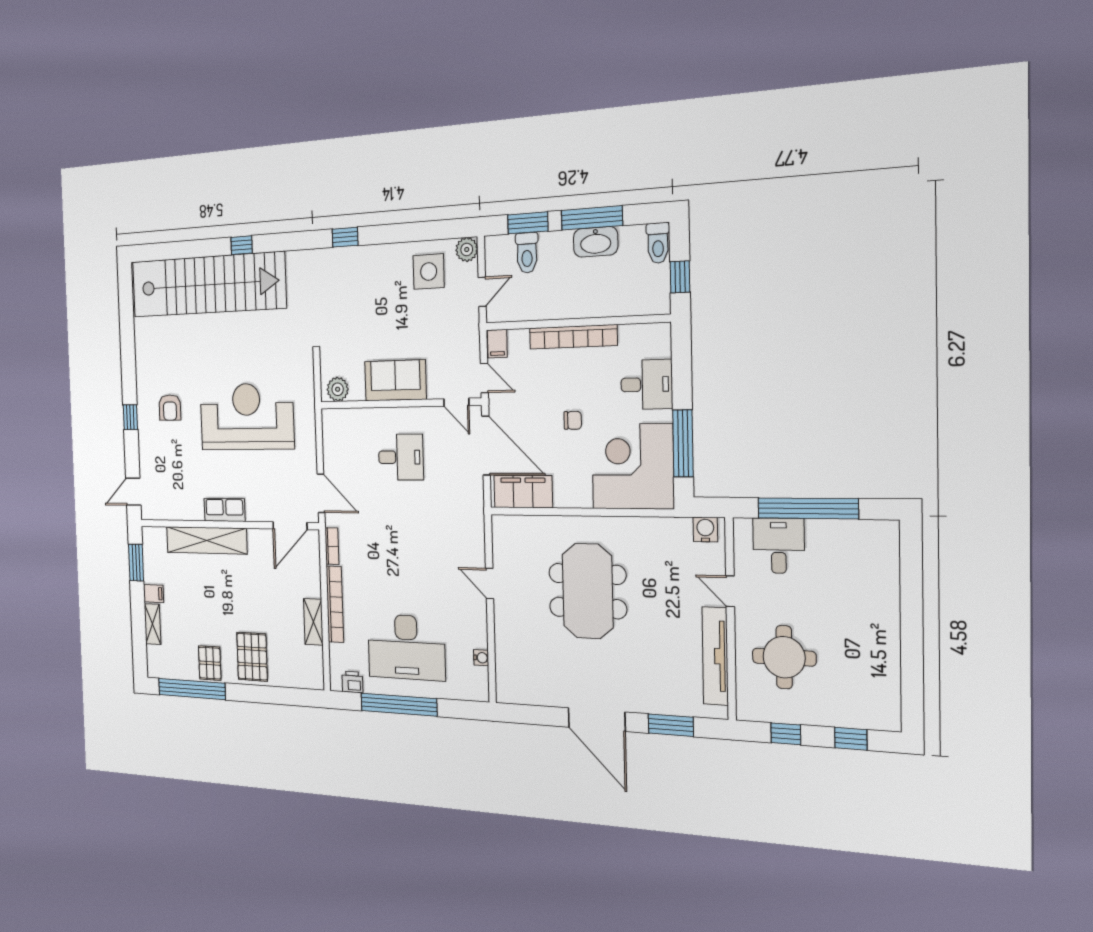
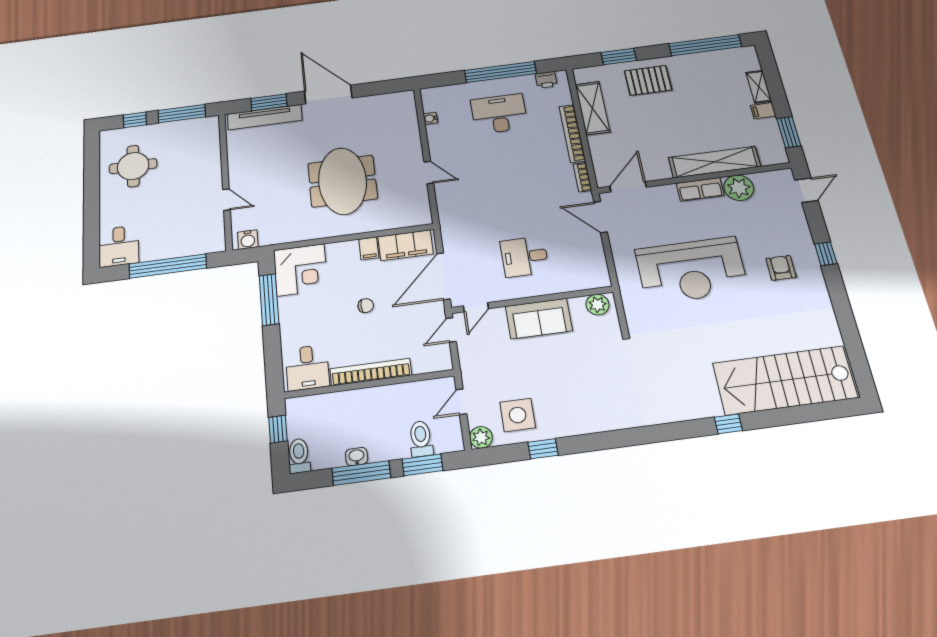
window: (345, 237) -> (543, 449), moved
washbasin: (596, 242) -> (357, 457), width x0.52, depth x0.69
stairs: (208, 285) -> (785, 380), width x0.73
filing cabinet: (497, 344) -> (369, 248), moved, turned 180
door: (484, 378) -> (451, 330), hinge flipped
desk: (647, 384) -> (307, 368), moved, turned -90
door: (456, 402) -> (476, 307), swing flipped
chair: (573, 420) -> (366, 306), turned 180
door: (486, 446) -> (443, 276), hinge flipped
corner desk: (633, 466) -> (301, 270), width x0.74, depth x0.74
plant: (190, 505) -> (739, 188), added
desk: (779, 546) -> (119, 246), moved
shelving: (313, 622) -> (592, 108), width x1.50, depth x1.33
desk: (406, 647) -> (499, 114), width x0.73, depth x0.77
tv unit: (715, 656) -> (265, 117), moved, turned 90
pallet: (252, 657) -> (648, 80), turned 90
round table: (784, 657) -> (133, 166), moved
pallet: (210, 663) -> (691, 68), removed
window: (276, 695) -> (619, 57), added
window: (786, 734) -> (182, 114), width x2.17

